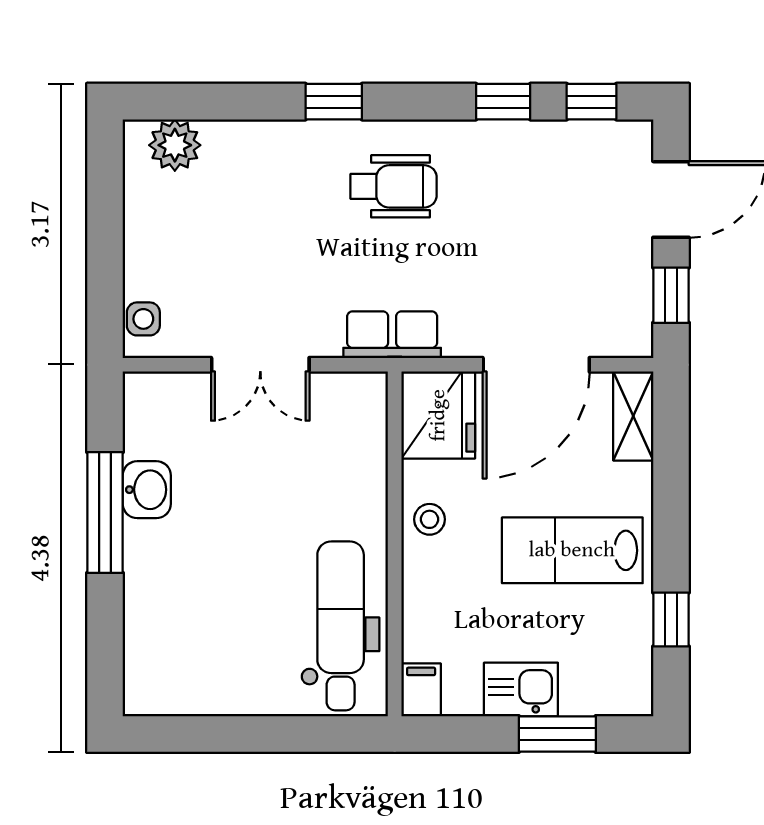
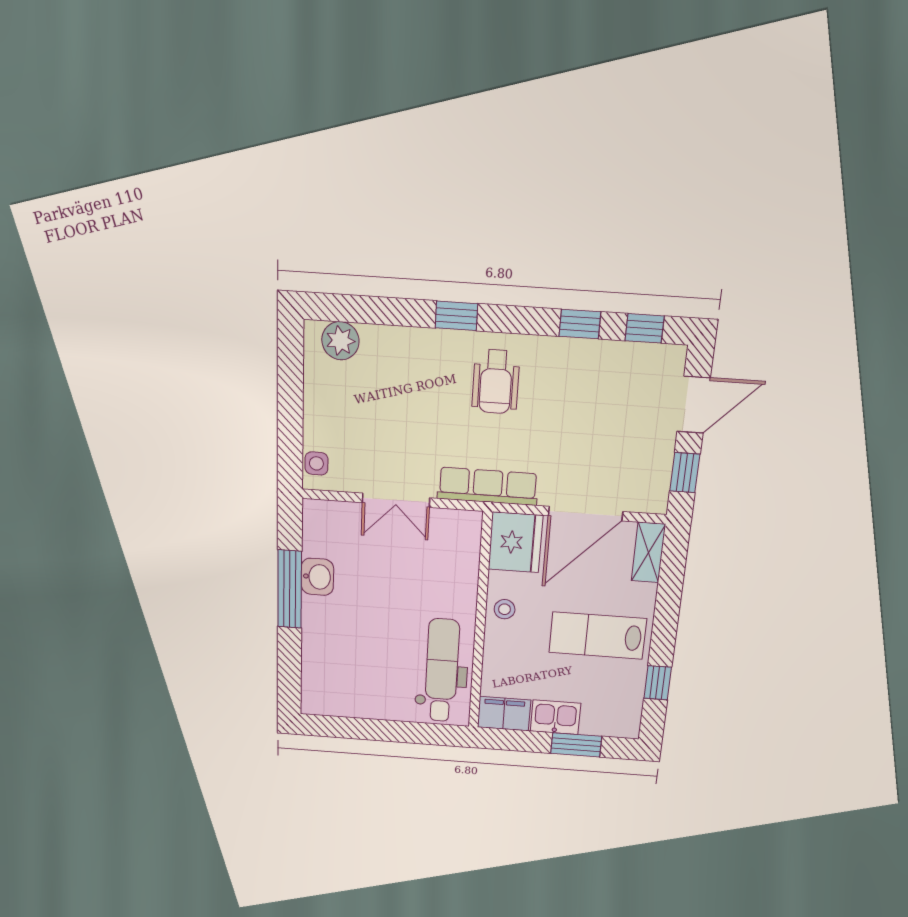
wheelchair: (394, 186) -> (496, 382), turned 90
row of seats: (392, 335) -> (488, 486), width x1.48
filing cabinet: (421, 690) -> (504, 714), width x2.00

